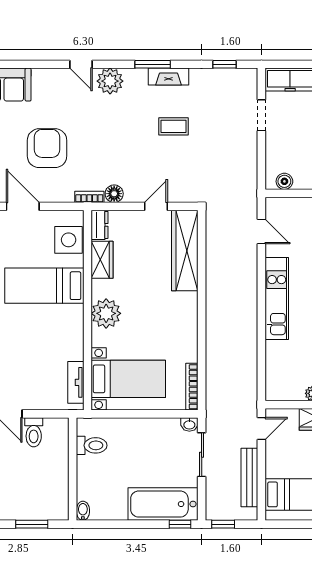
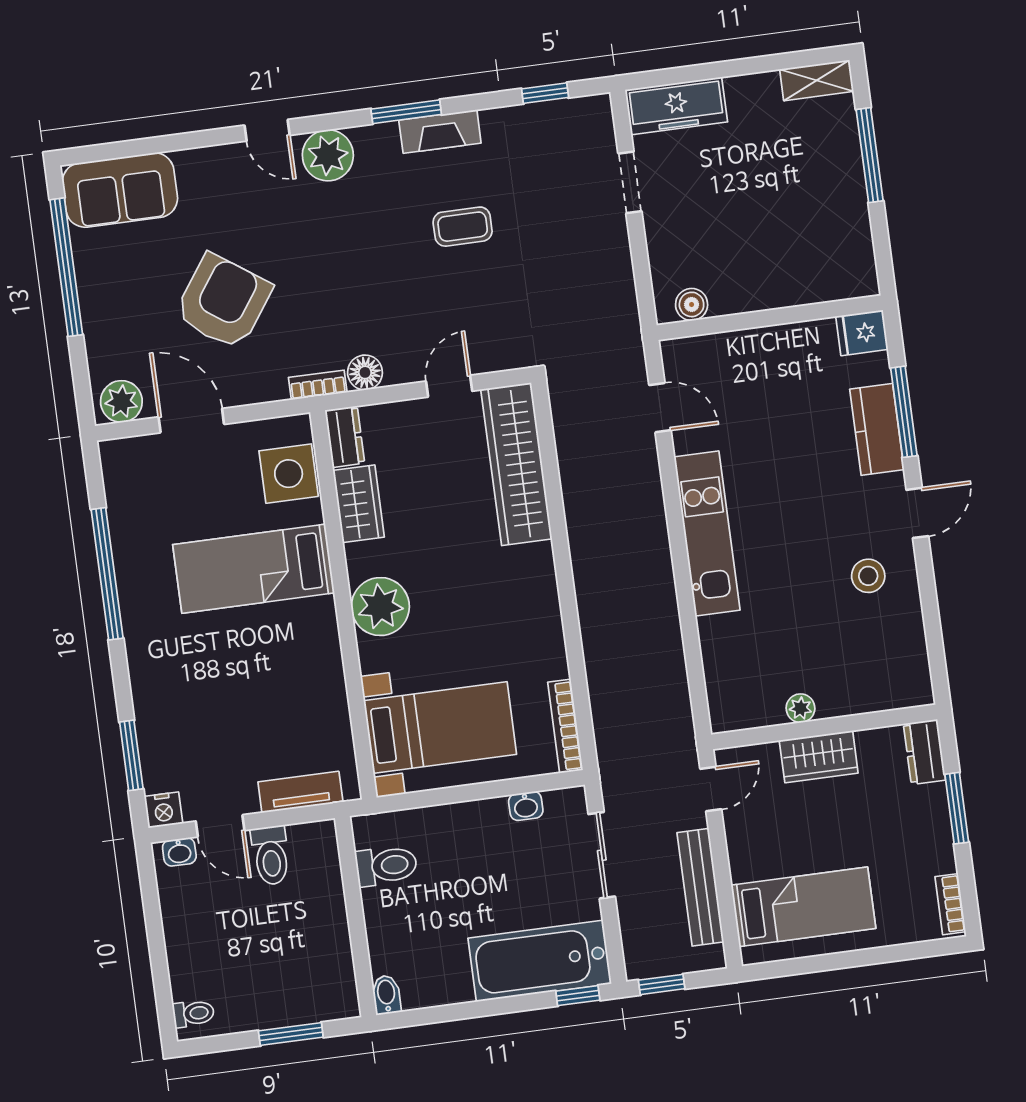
armchair: (47, 148) -> (223, 302), turned 35
tv unit: (76, 382) -> (300, 792), moved, turned 90
washbasin: (189, 424) -> (526, 806), moved

